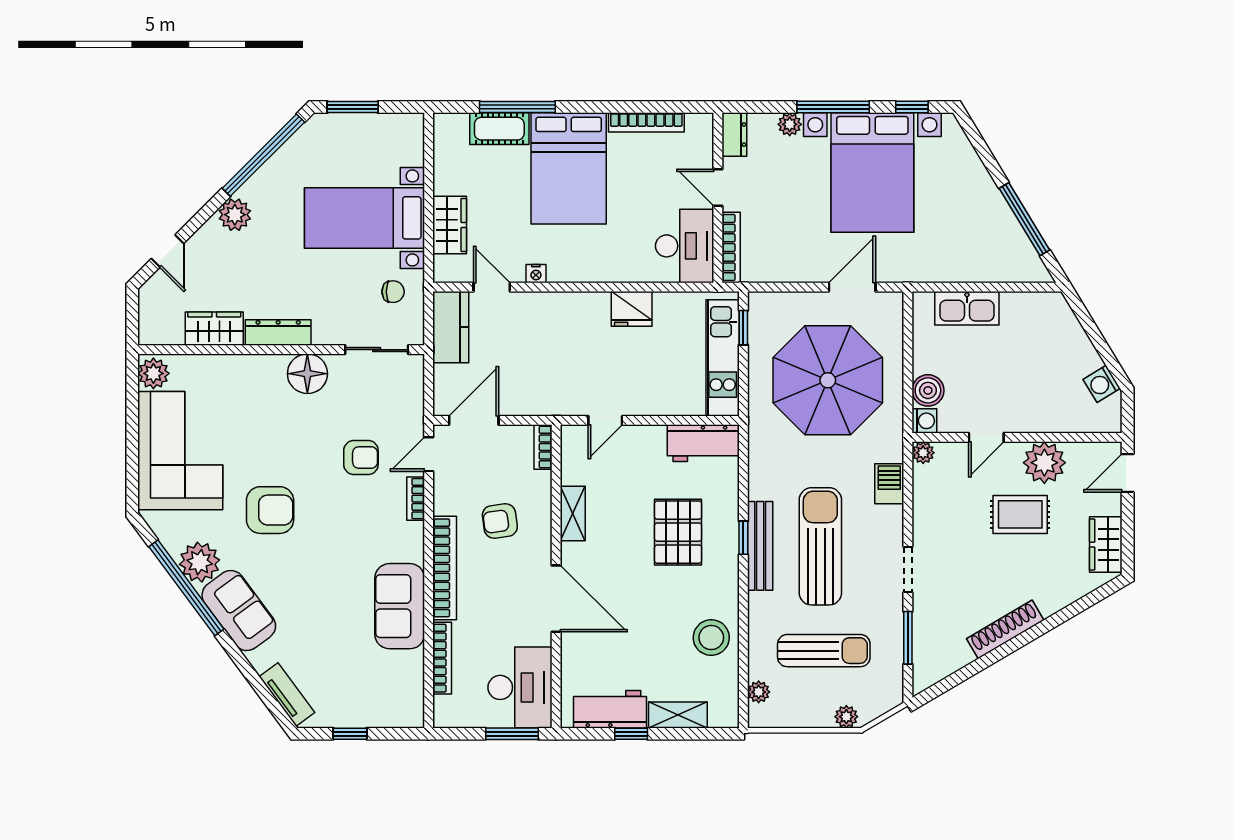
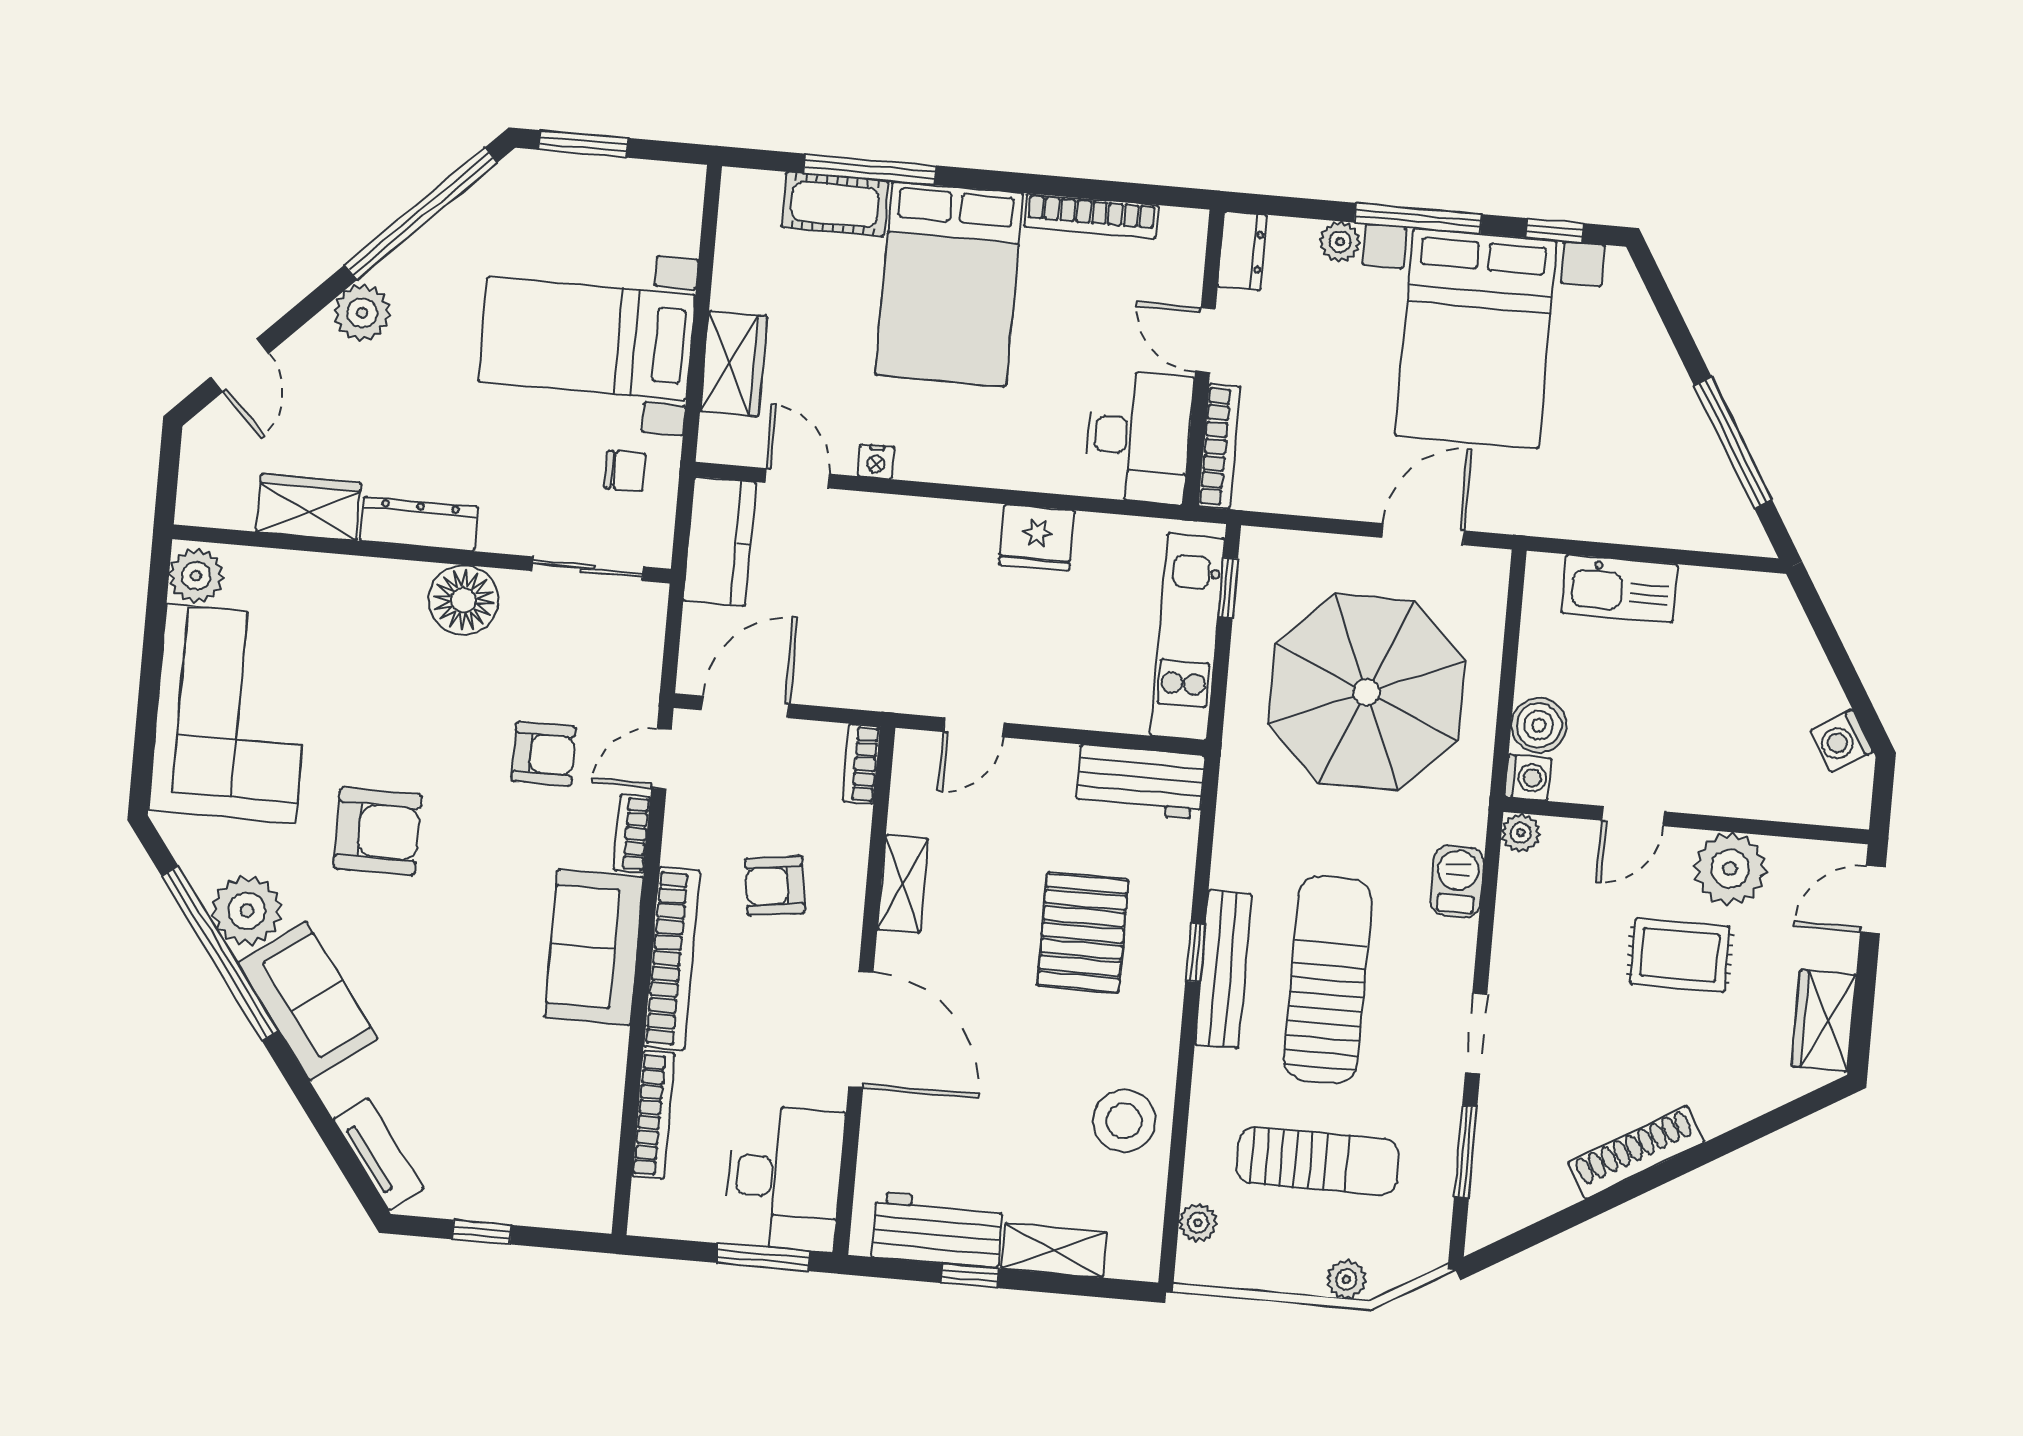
sofa: (400, 606) -> (594, 947), moved

